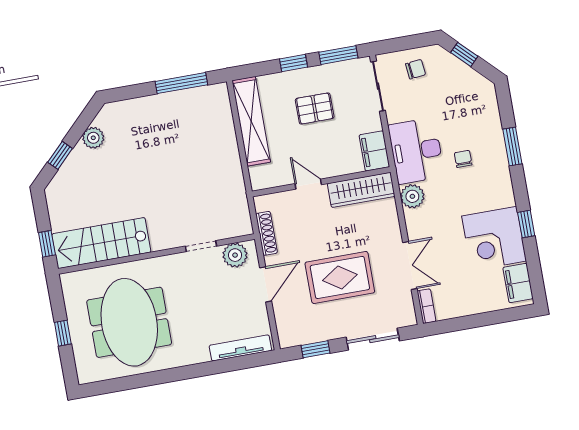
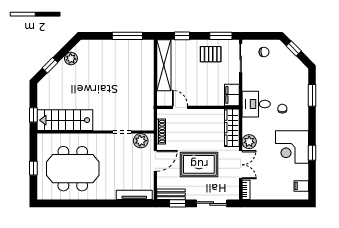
window: (294, 63) -> (182, 36), moved
pallet: (315, 108) -> (211, 54), moved
window: (512, 146) -> (312, 95), moved
desk: (416, 151) -> (256, 104), width x0.73
door: (308, 184) -> (180, 107), moved
wardrobe: (361, 190) -> (232, 128), moved, turned 90
plant: (412, 196) -> (249, 142), moved
corner desk: (494, 239) -> (292, 147), moved
filing cabinet: (518, 283) -> (301, 186), width x0.50
meeting table: (129, 322) -> (73, 169), turned 90
bench: (302, 336) -> (171, 194), added

